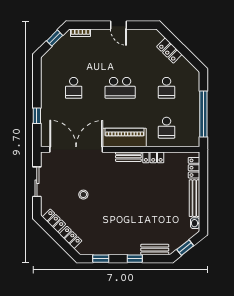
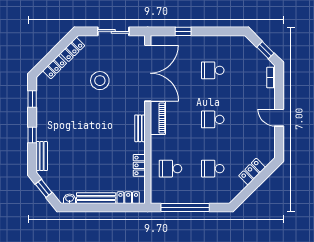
door: (118, 25) -> (279, 118), hinge flipped
school desk: (120, 88) -> (213, 119), width x0.54
piano: (125, 137) -> (158, 118), width x0.73, depth x0.75
locker: (153, 157) -> (139, 165), moved
stool: (83, 195) -> (100, 81), width x1.89, depth x1.89

